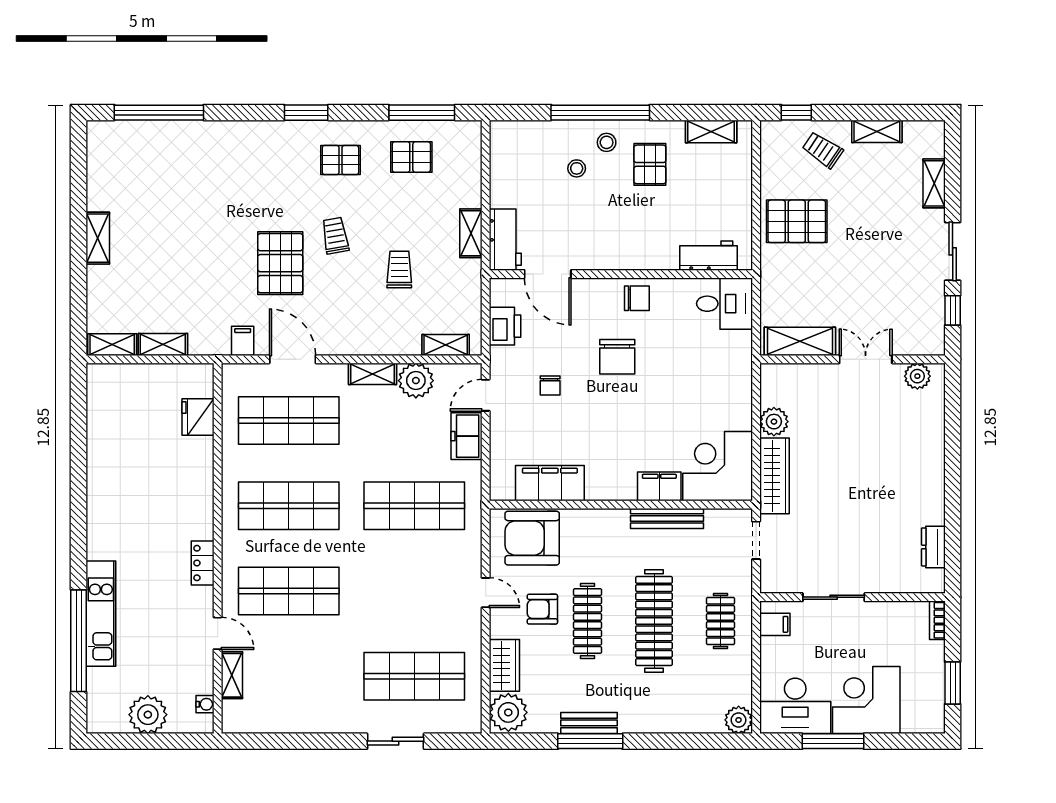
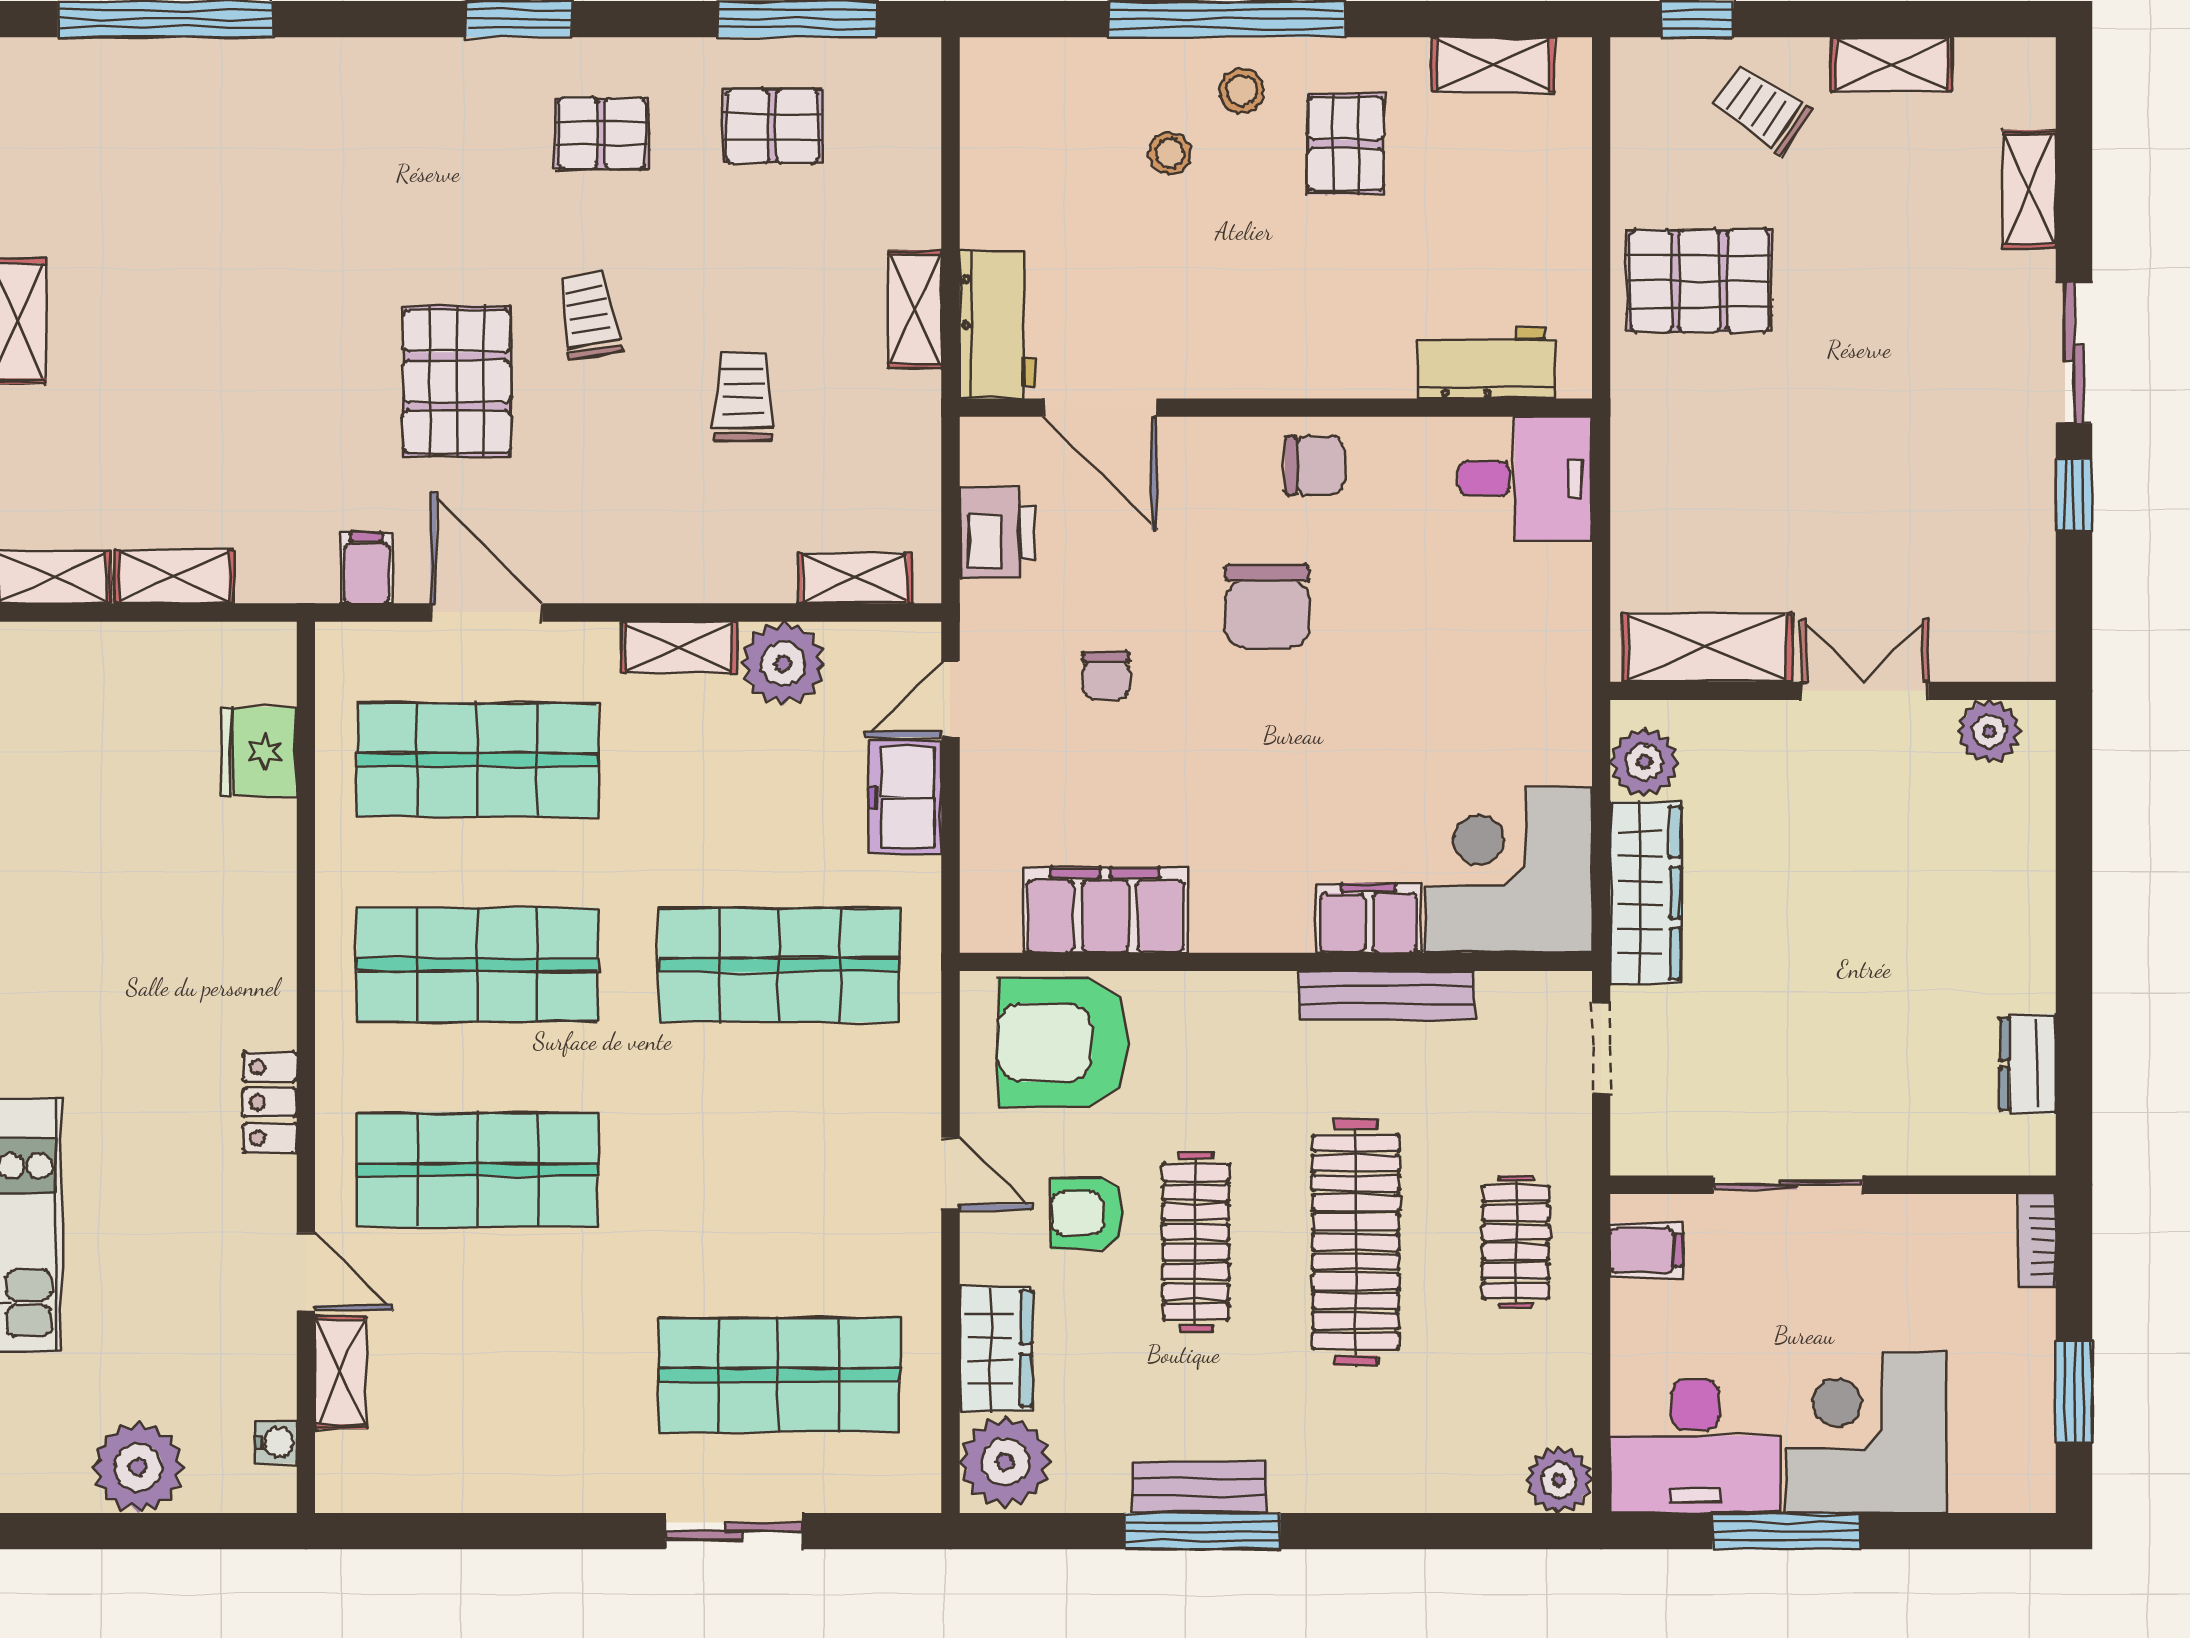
shelving: (800, 341) -> (1707, 648), moved
wall: (852, 359) -> (1833, 691), moved
double door: (866, 359) -> (1865, 691), moved
plant: (917, 376) -> (1989, 731), moved

